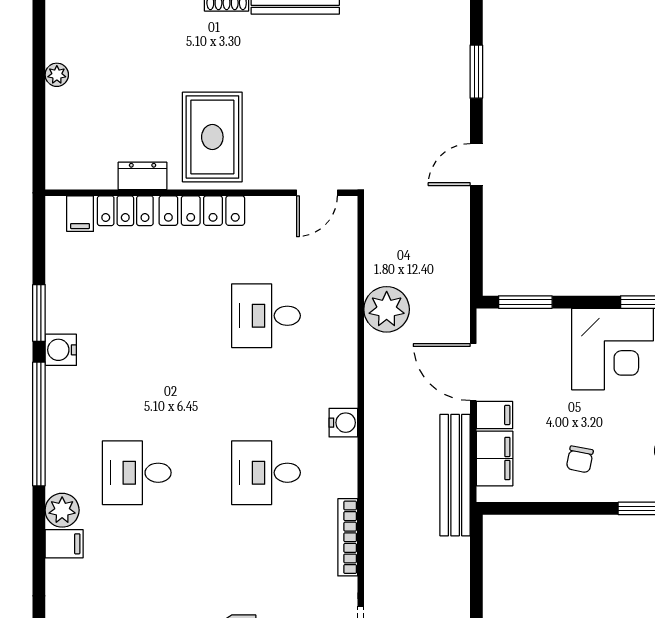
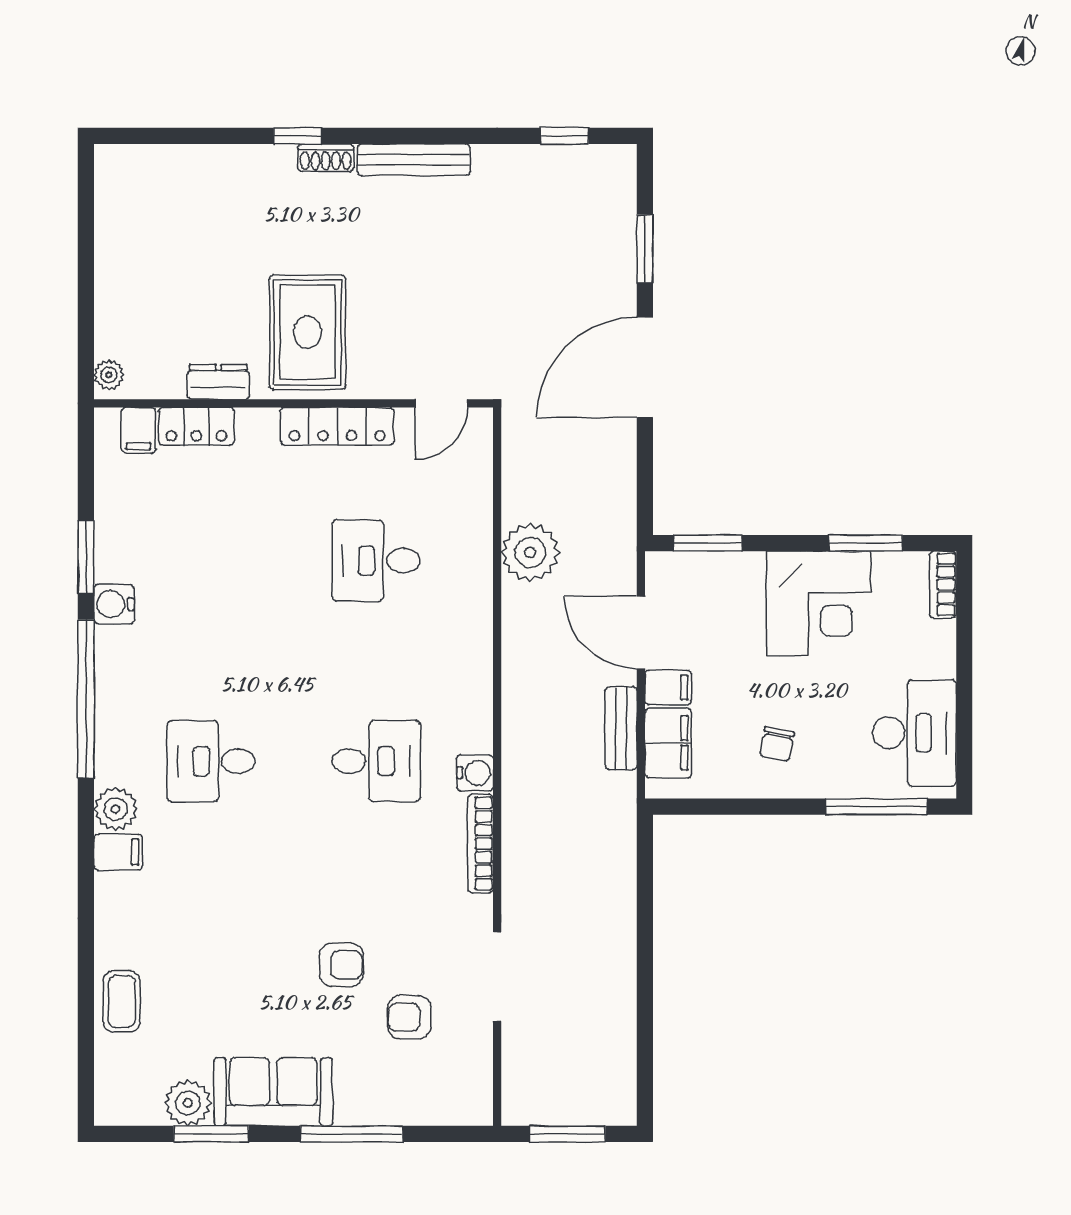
plant: (57, 75) -> (109, 375), moved
door: (476, 165) -> (645, 367), width x1.88
locker: (202, 211) -> (337, 426), moved
water cooler: (343, 423) -> (475, 773), moved
desk: (266, 473) -> (376, 761), turned 180
bench: (455, 475) -> (621, 728), width x0.54, depth x0.82

